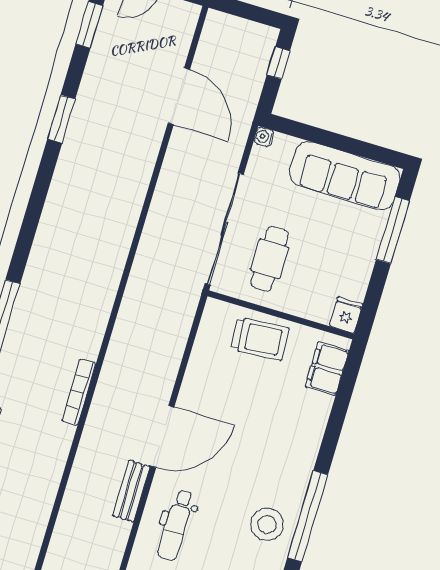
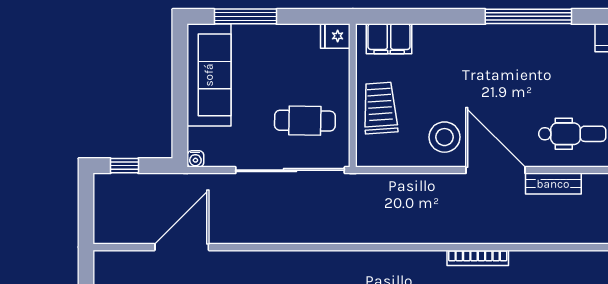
stool: (267, 524) -> (444, 137), moved

